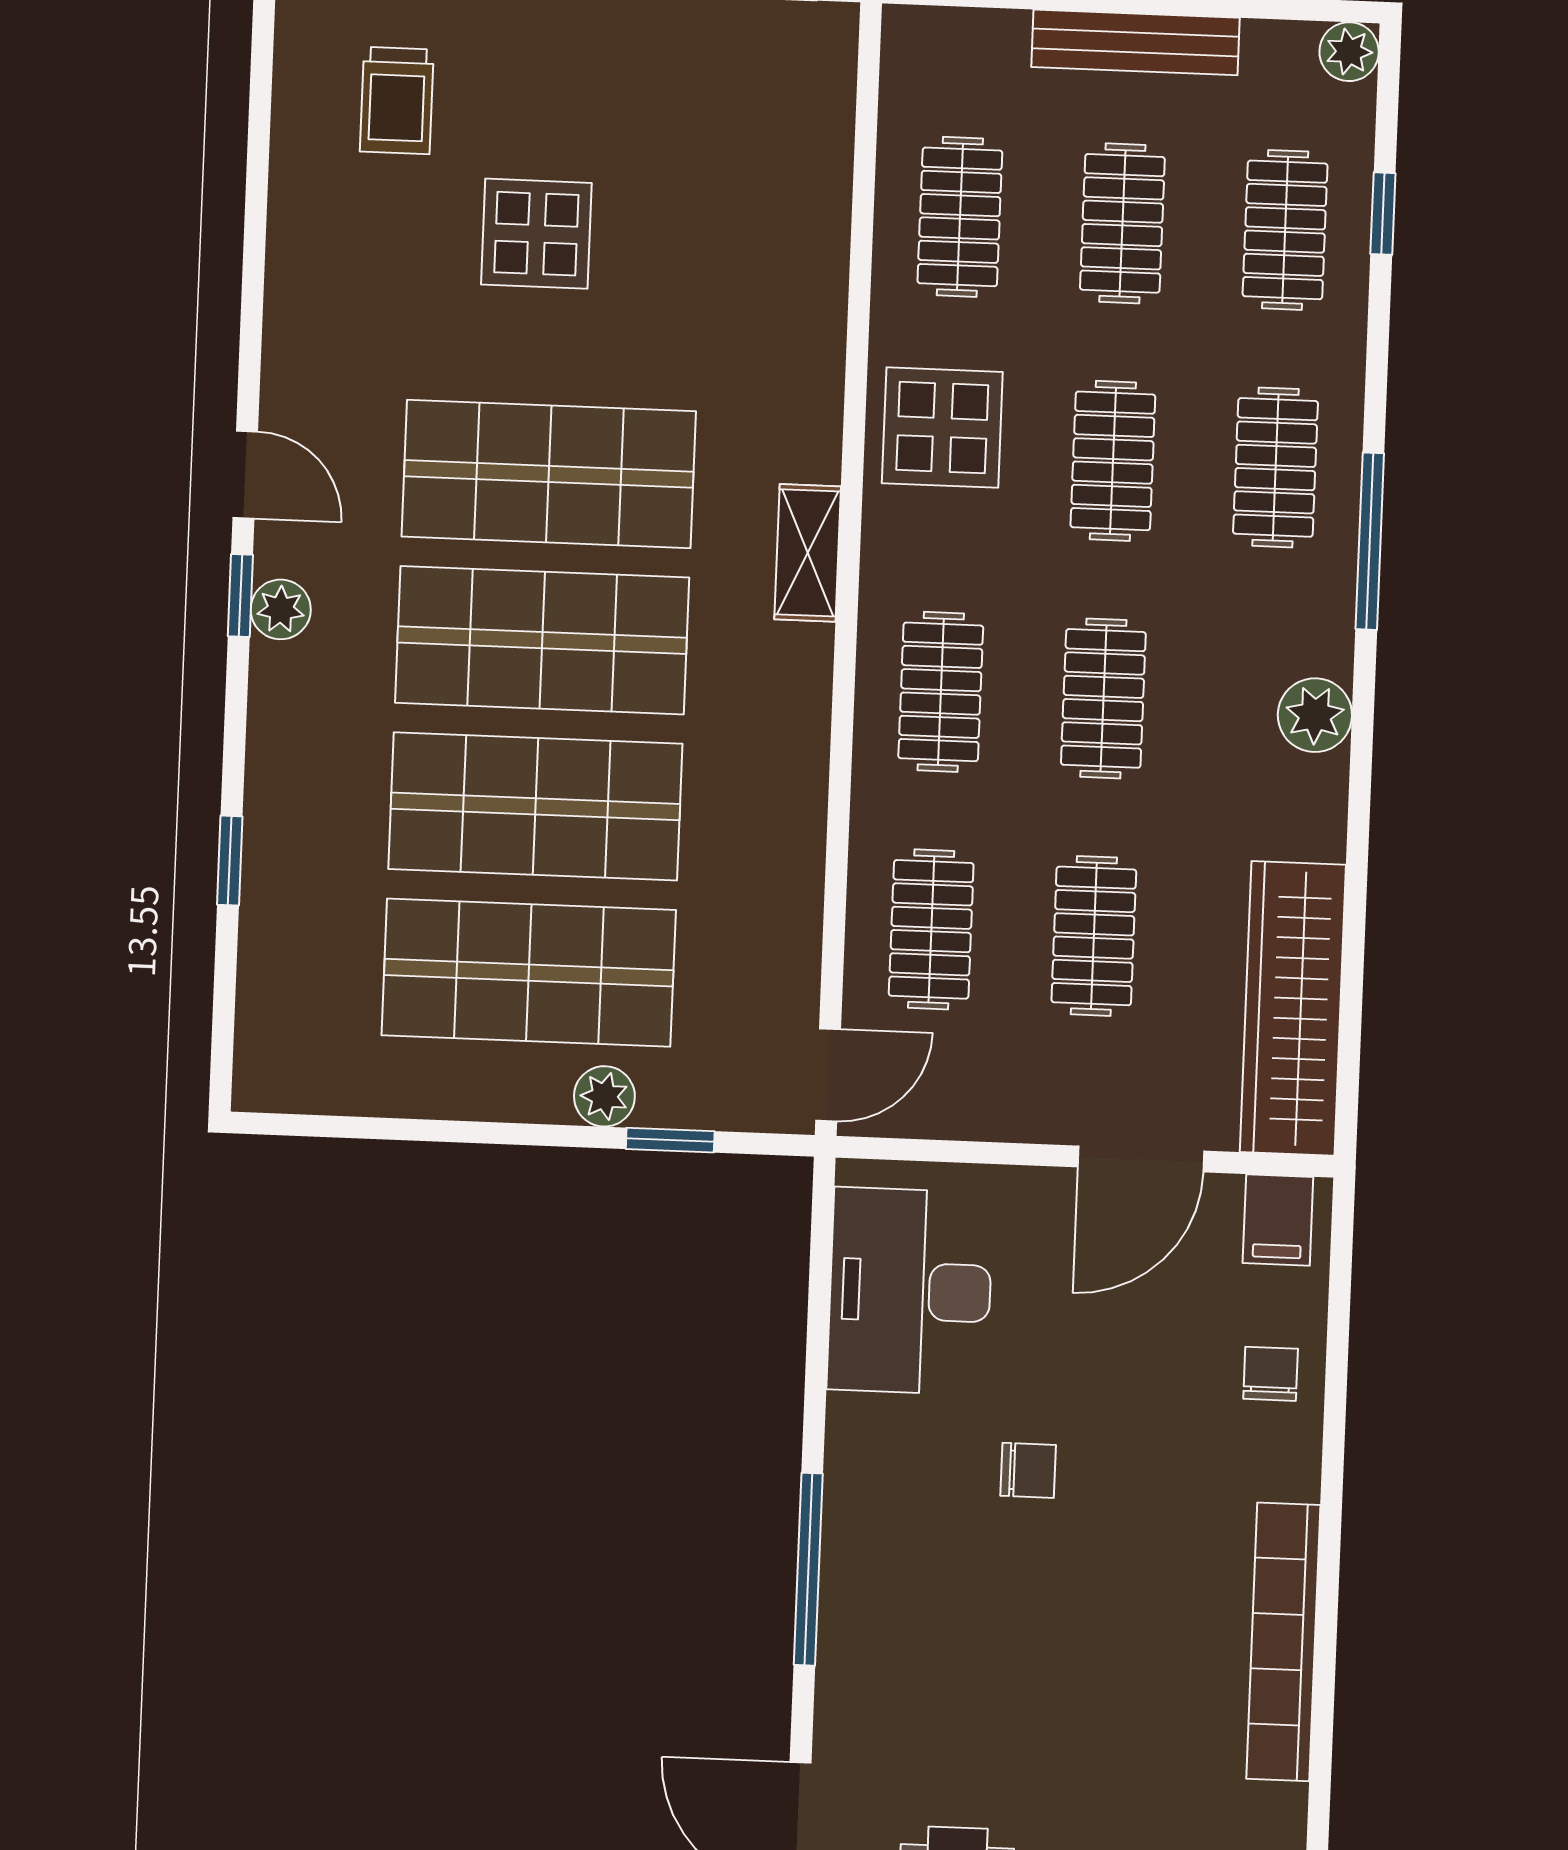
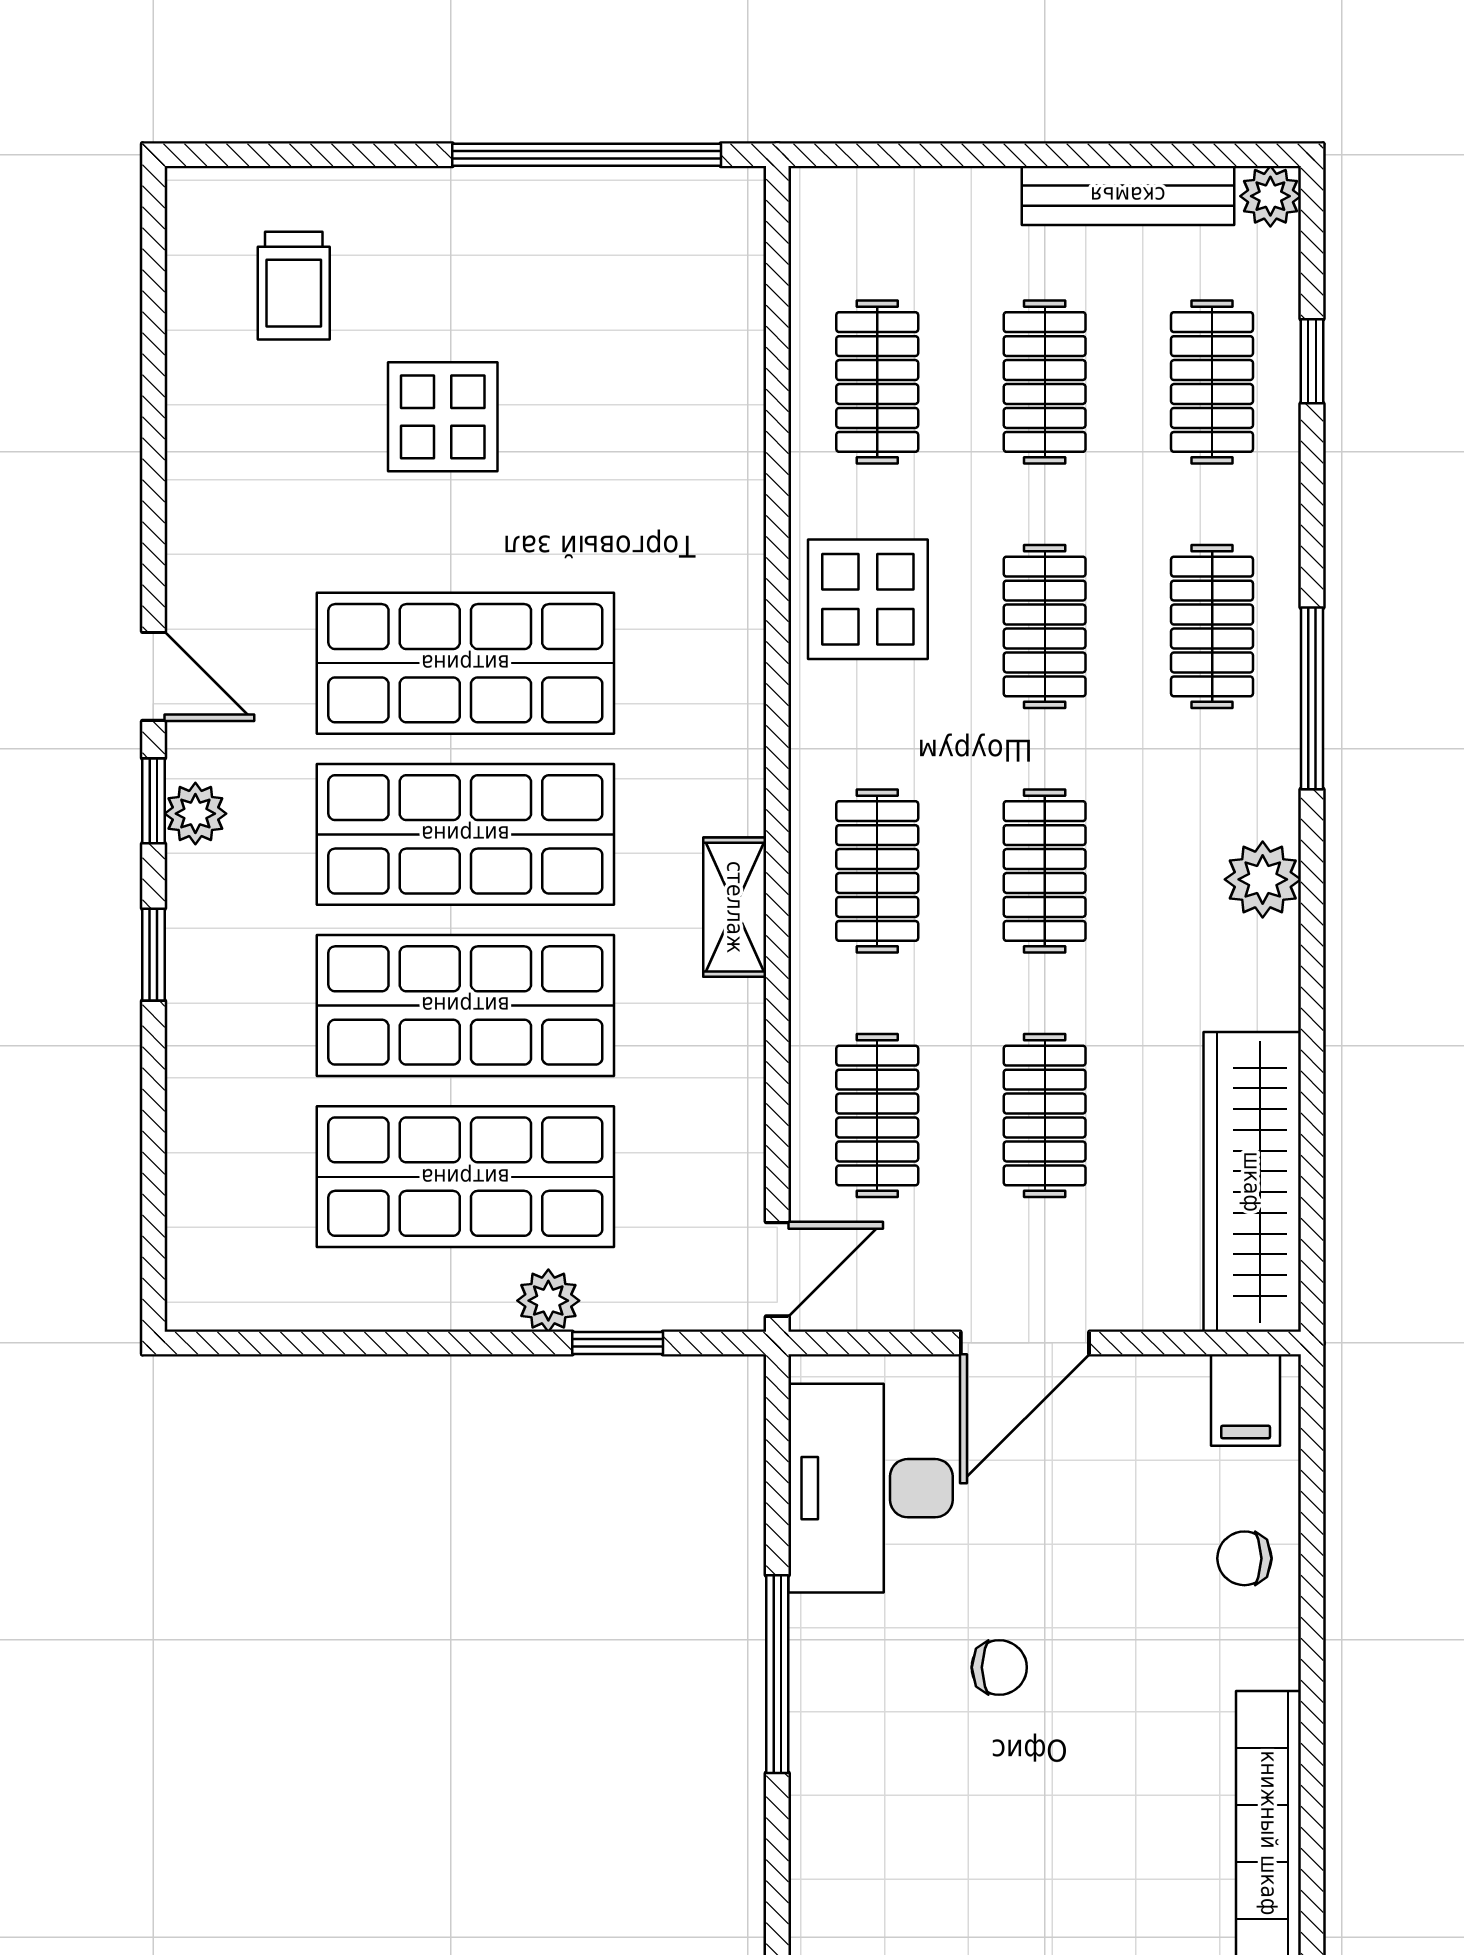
bench: (1135, 42) -> (1128, 195), moved
shelving: (808, 553) -> (735, 907), moved
window: (230, 861) -> (153, 955), moved
door: (1141, 1159) -> (1025, 1343), moved
chair: (1271, 1374) -> (1244, 1558), turned -90
window: (808, 1569) -> (777, 1674), moved

